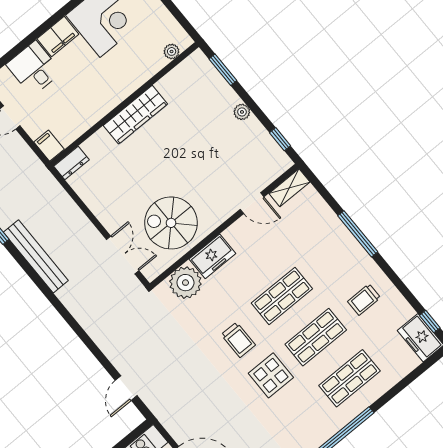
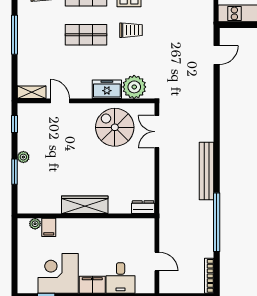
window: (223, 70) -> (15, 172), moved
filing cabinet: (49, 146) -> (49, 227), moved
spiral stairs: (171, 223) -> (115, 127), turned 180
trolley: (238, 340) -> (131, 30), turned 90

